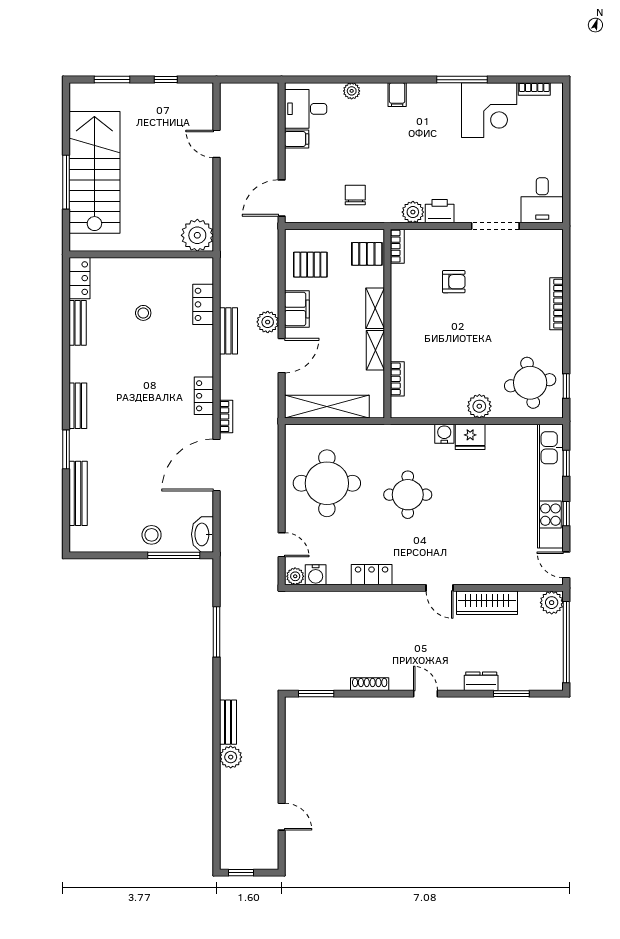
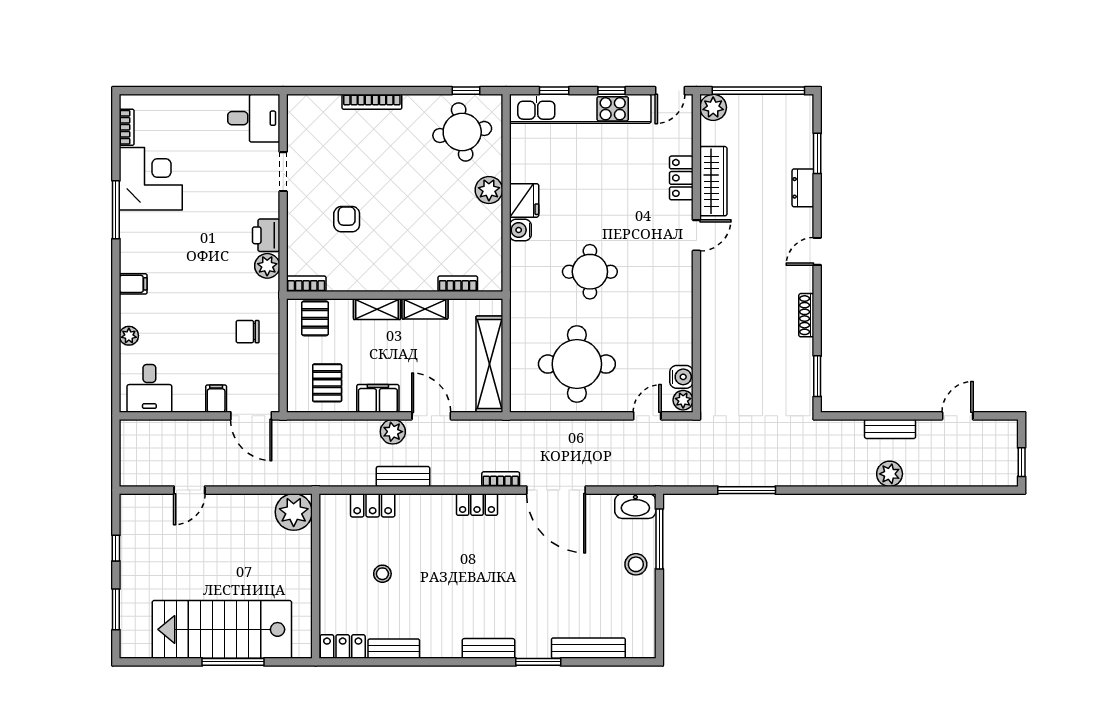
filing cabinet: (297, 139) -> (216, 399), moved
doorway: (495, 226) -> (283, 172), width x0.73
locker: (372, 575) -> (681, 178), moved
bench: (228, 722) -> (890, 429), moved

